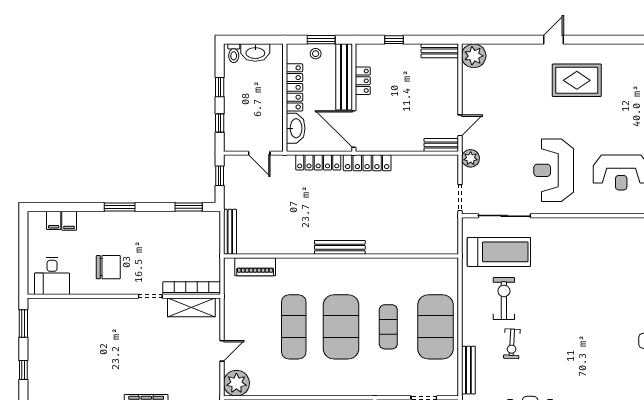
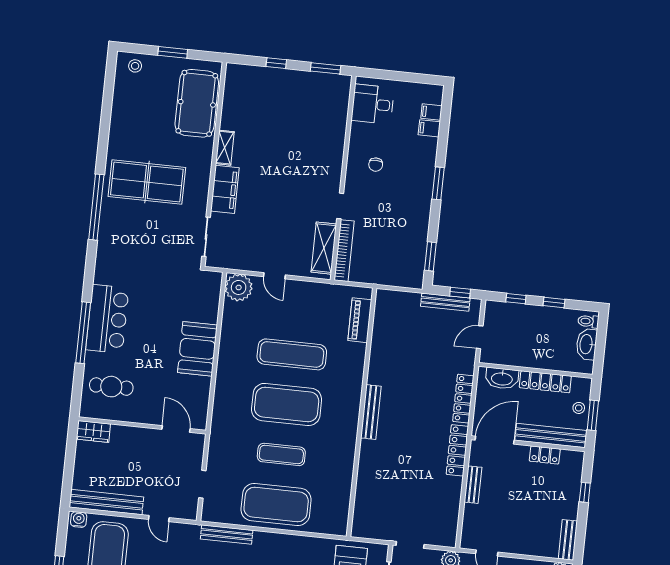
bench: (441, 145) -> (473, 485), moved
bench: (230, 232) -> (445, 302), moved
chair: (108, 267) -> (376, 165), width x0.54, depth x0.54

